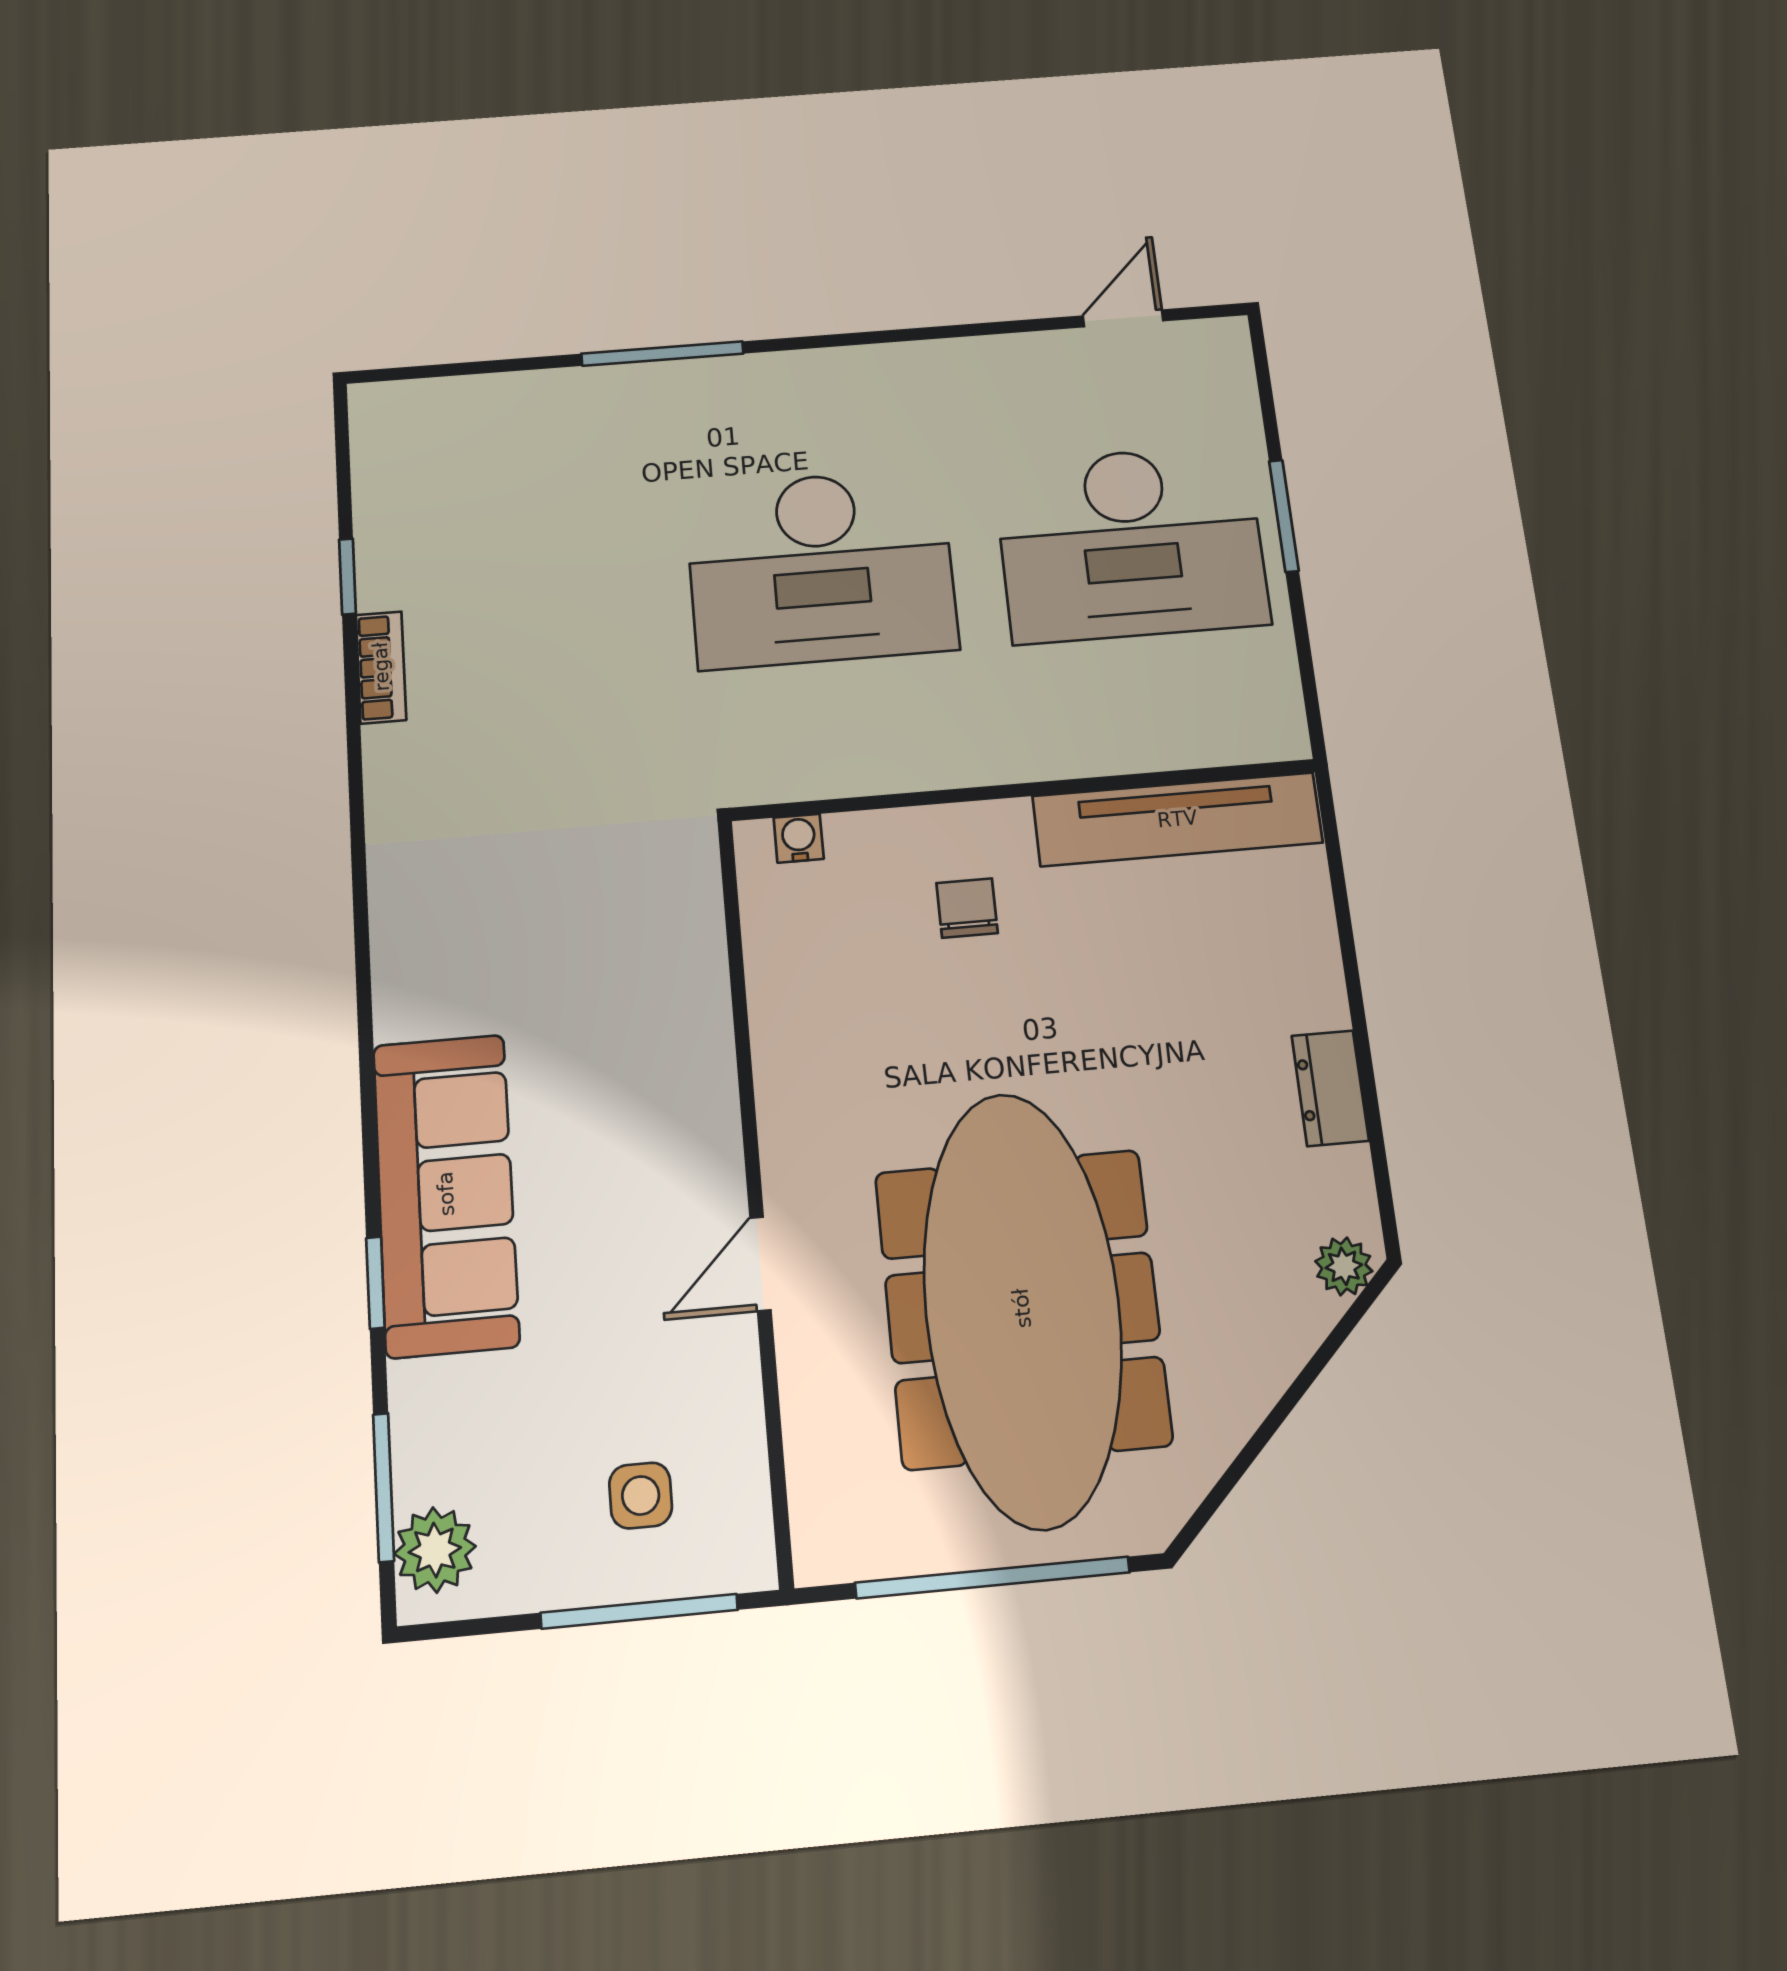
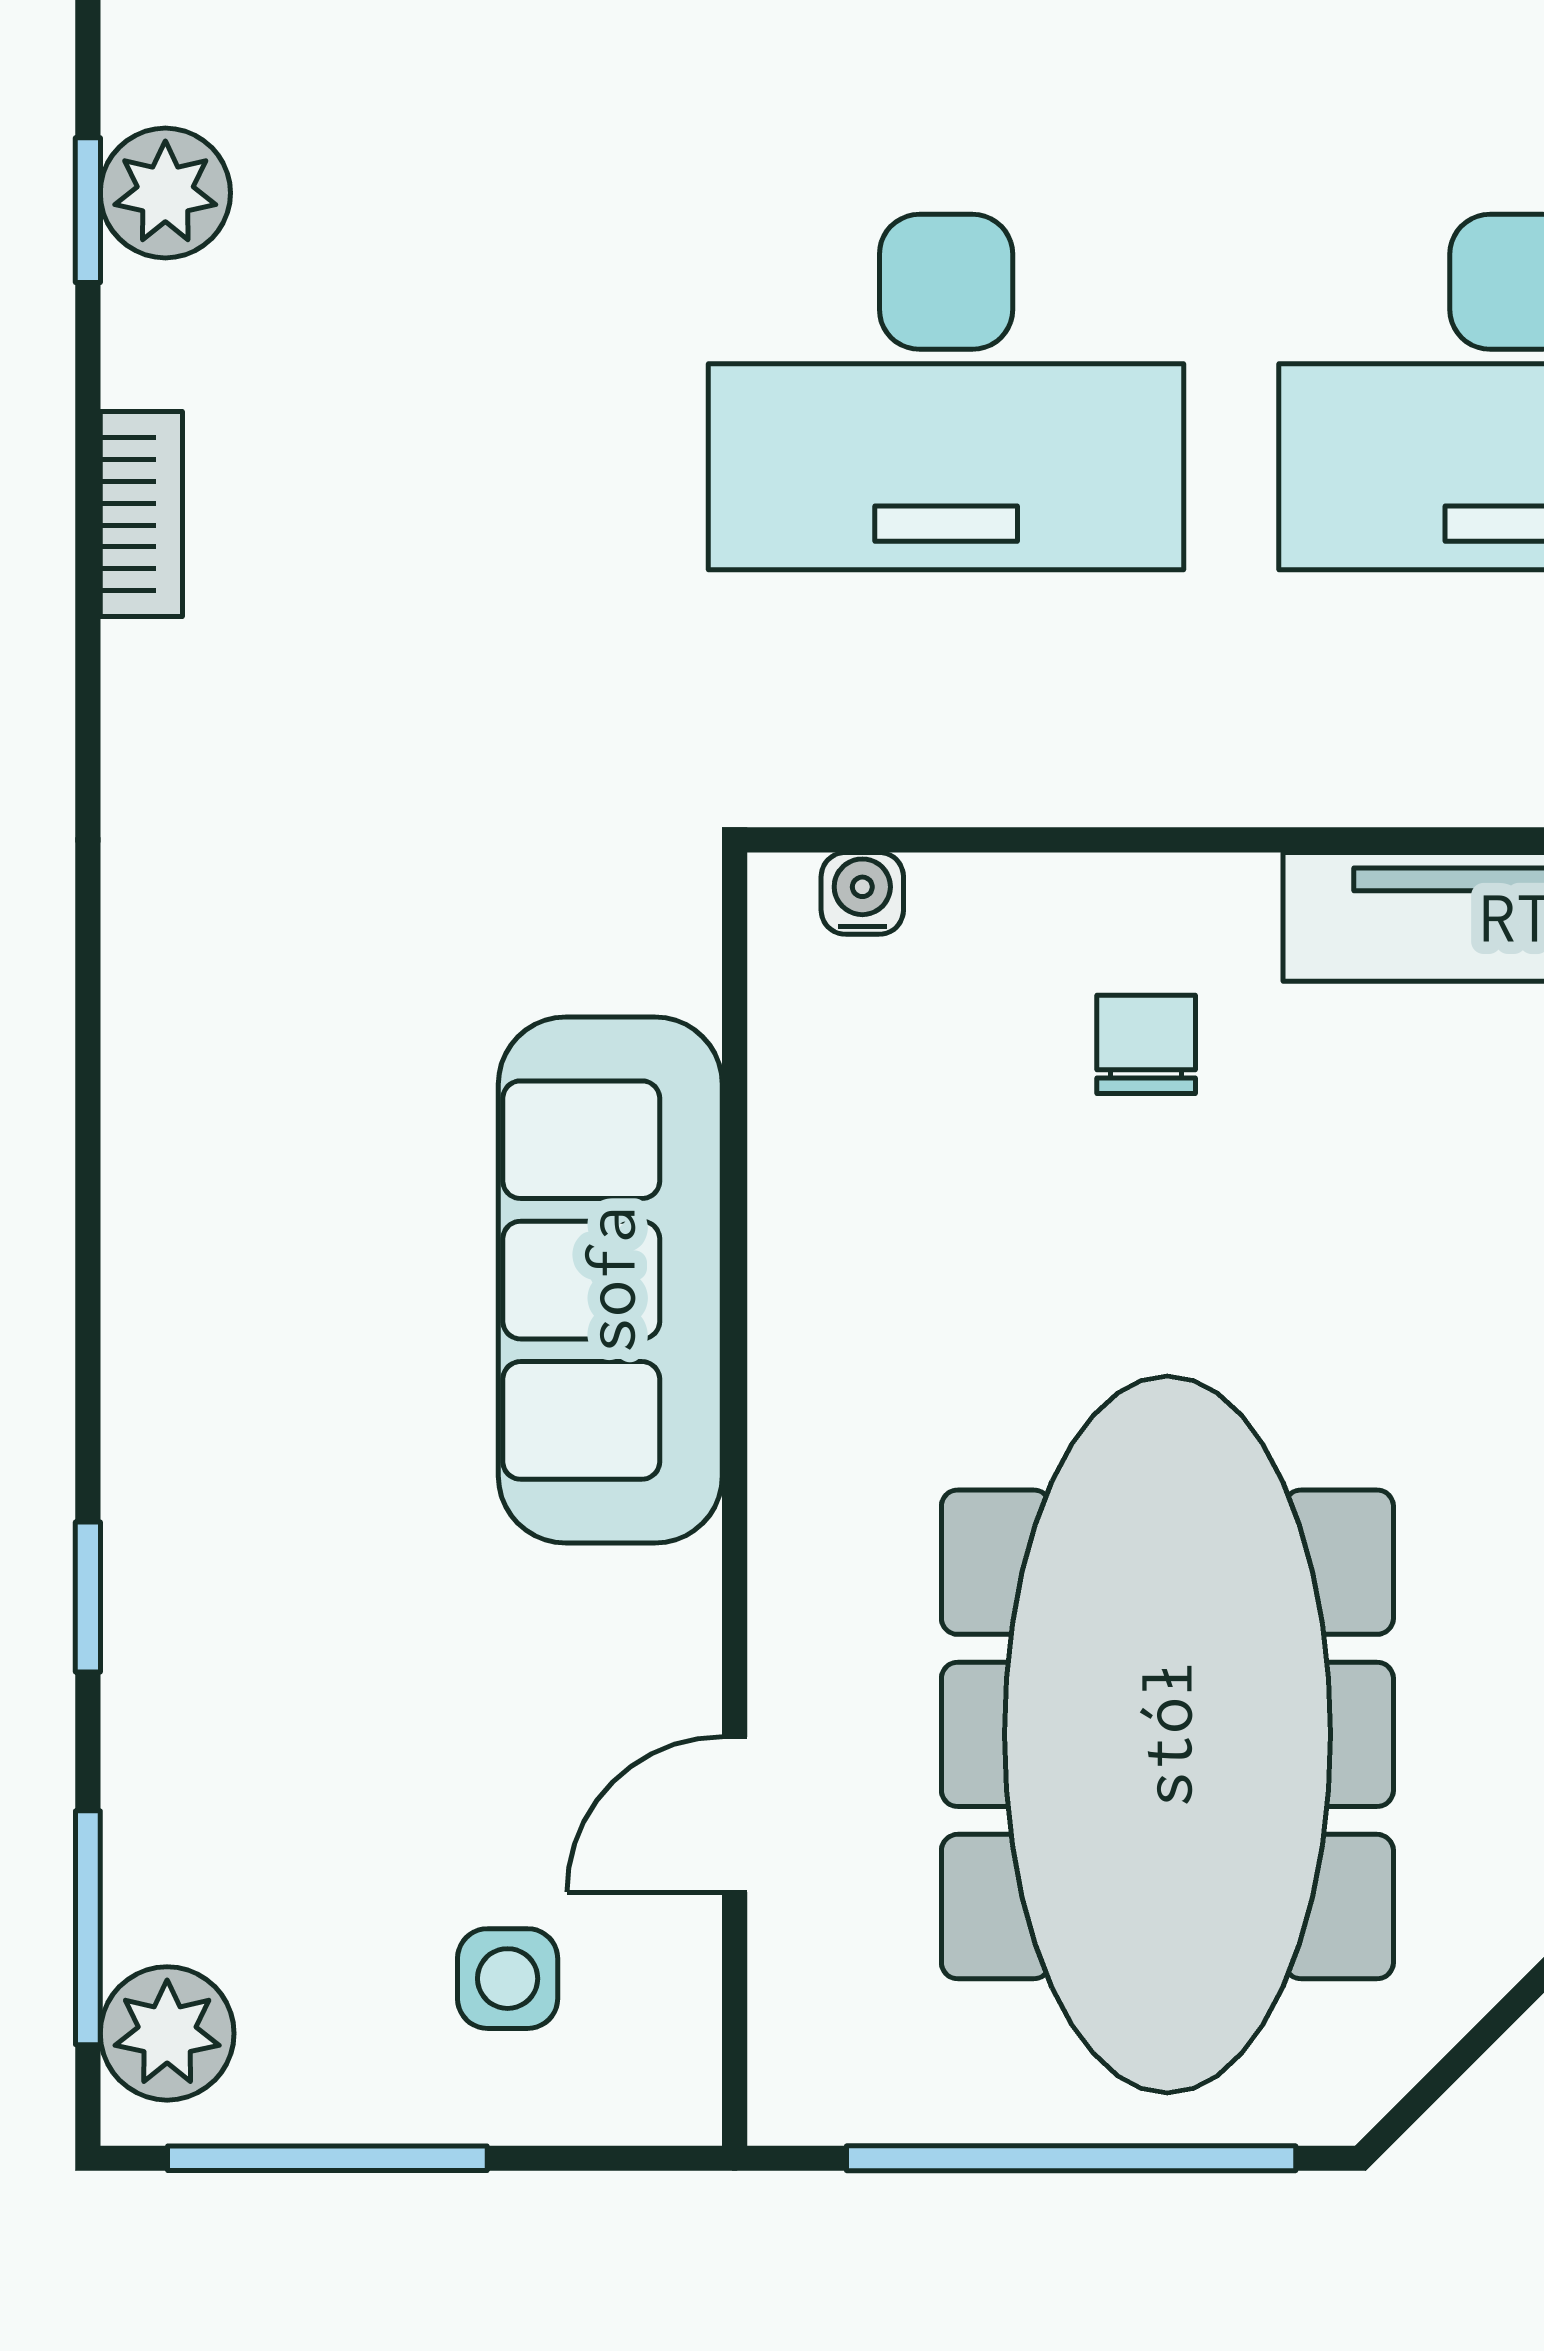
plant: (387, 500) -> (165, 193), added
window: (347, 576) -> (88, 210), moved
sofa: (446, 1194) -> (610, 1280), moved, turned 180
door: (760, 1264) -> (735, 1815), moved
window: (639, 1611) -> (327, 2158), moved

